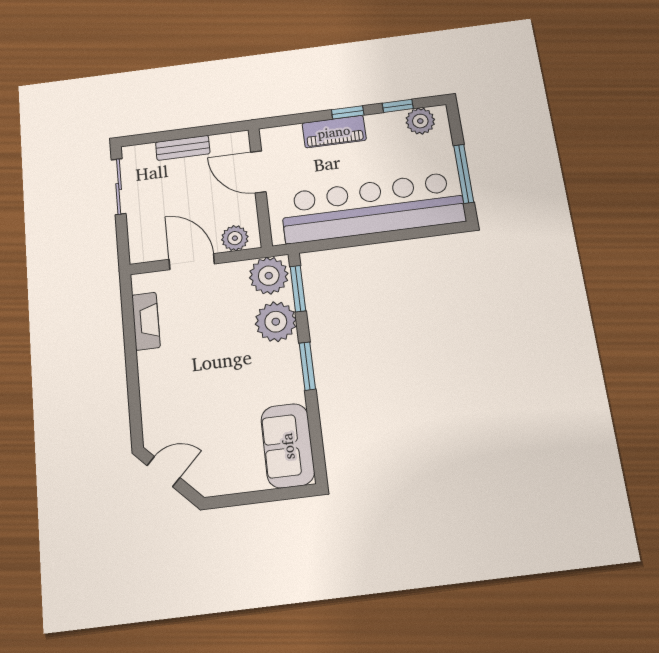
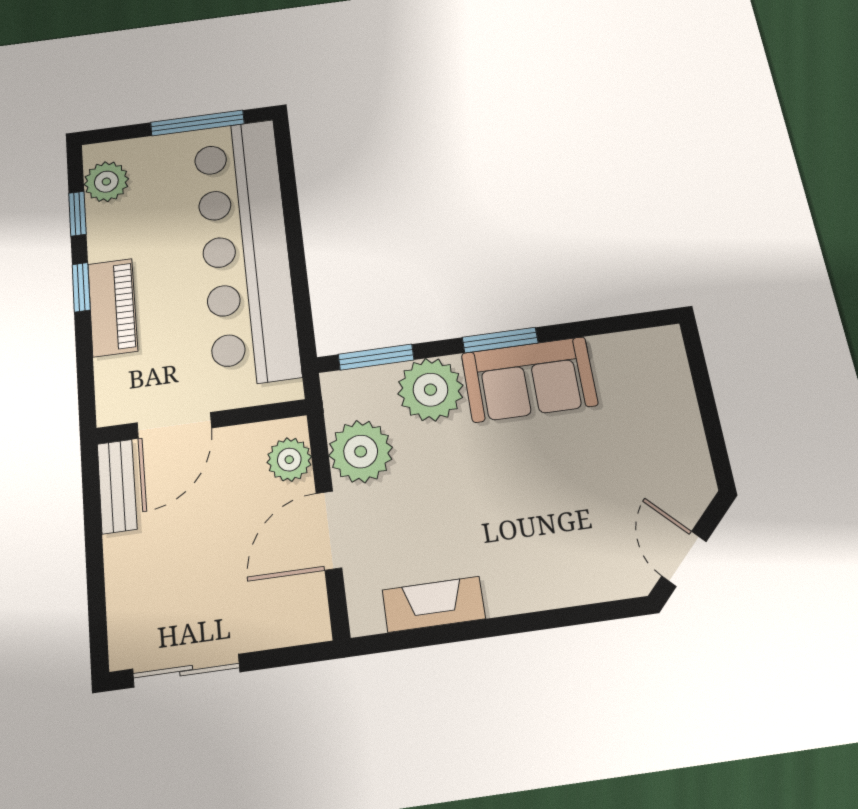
bench: (183, 148) -> (117, 486), moved
plant: (269, 276) -> (361, 452), moved
sofa: (288, 446) -> (529, 379), moved

